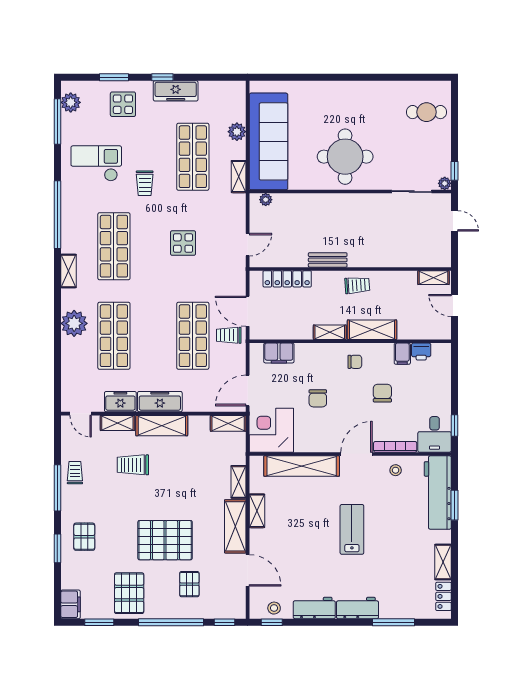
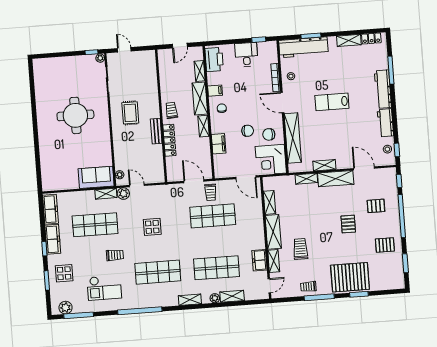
cafe table: (427, 112) -> (54, 73), removed
plant: (237, 132) -> (123, 194), moved
sofa: (268, 141) -> (96, 177), width x0.54, depth x0.79
round table: (345, 157) -> (75, 115), moved
checkout: (96, 163) -> (104, 288), turned -90
door: (454, 221) -> (124, 50), hinge flipped
rug: (358, 223) -> (130, 113), added
door: (248, 245) -> (137, 185), moved
shelving: (68, 271) -> (190, 300), moved
shelving: (433, 278) -> (200, 71), moved
locker: (287, 279) -> (169, 140), moved
door: (248, 311) -> (194, 181), swing flipped
plant: (74, 323) -> (215, 298), width x0.53, depth x0.53
printer: (421, 352) -> (214, 60), width x1.87, depth x1.48
filing cabinet: (279, 353) -> (219, 144), moved
filing cabinet: (402, 354) -> (215, 91), moved
shelving: (69, 356) -> (232, 296), added
chair: (382, 393) -> (269, 134), moved
freezer: (160, 402) -> (50, 209), moved, turned 180
shelving: (228, 423) -> (269, 202), moved
desk: (435, 434) -> (246, 55), moved, turned -90
trolley: (133, 465) -> (300, 249), turned 180
pallet: (84, 537) -> (350, 277), width x2.05, depth x2.00
pallet: (165, 540) -> (348, 224), width x0.49, depth x0.50
door: (248, 570) -> (364, 168), hinge flipped
pallet: (129, 593) -> (385, 245), width x0.67, depth x0.71
filing cabinet: (71, 604) -> (395, 283), removed
workbench: (357, 608) -> (383, 89), width x1.37

